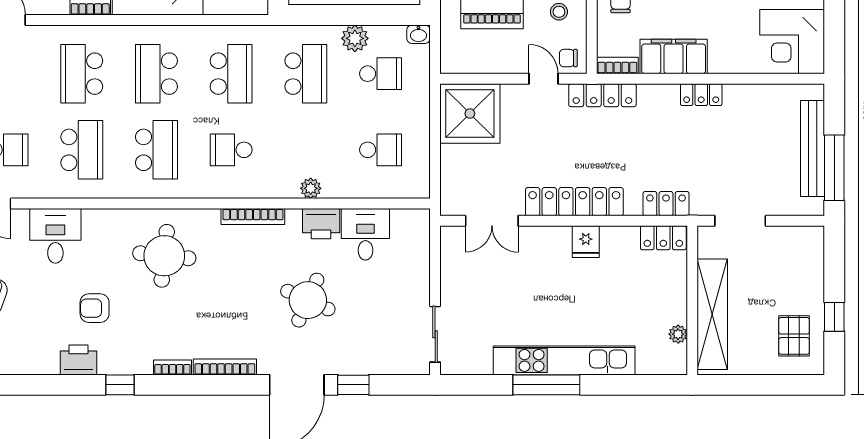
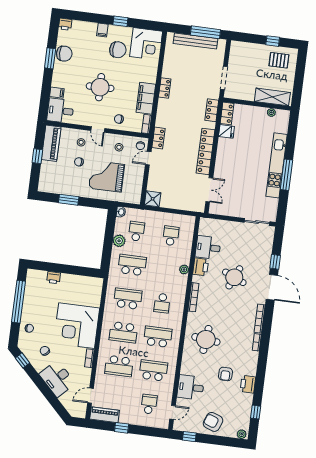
locker: (602, 95) -> (158, 138), width x0.66
shower: (470, 113) -> (153, 199), width x0.54, depth x0.54
fridge: (586, 242) -> (226, 131), moved
shelving: (712, 314) -> (272, 97), width x0.68
window: (120, 385) -> (256, 412), moved

